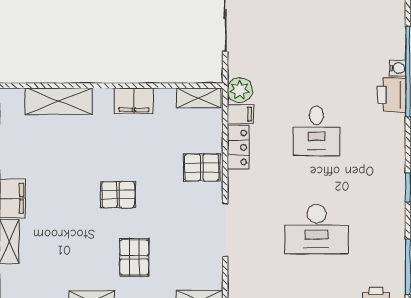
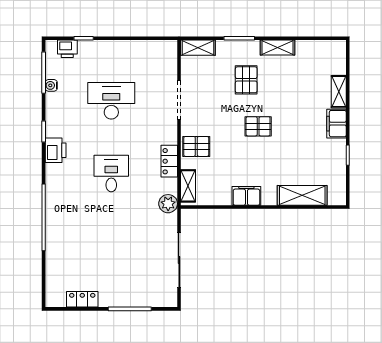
water cooler: (398, 68) -> (51, 85), moved
printer: (392, 95) -> (56, 150), moved
shelving: (199, 98) -> (188, 186), moved, turned 90
filing cabinet: (240, 114) -> (168, 186), removed

